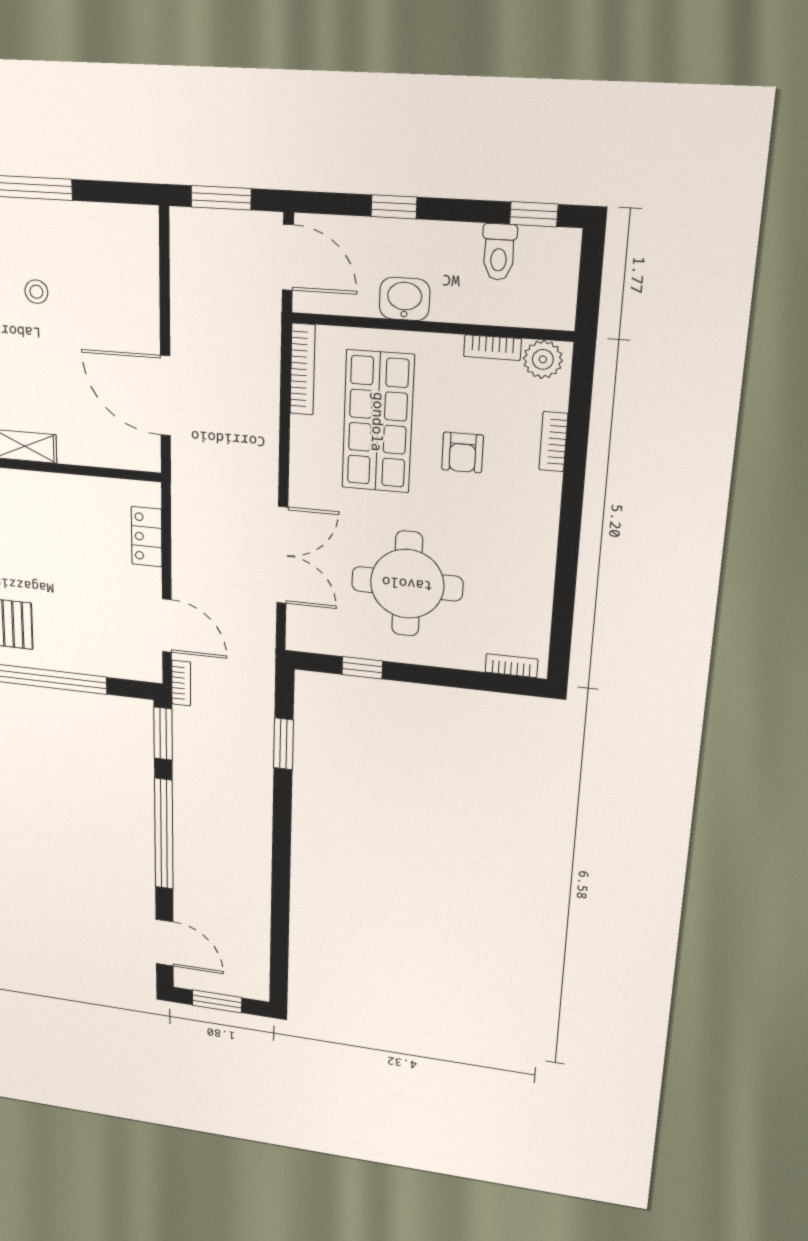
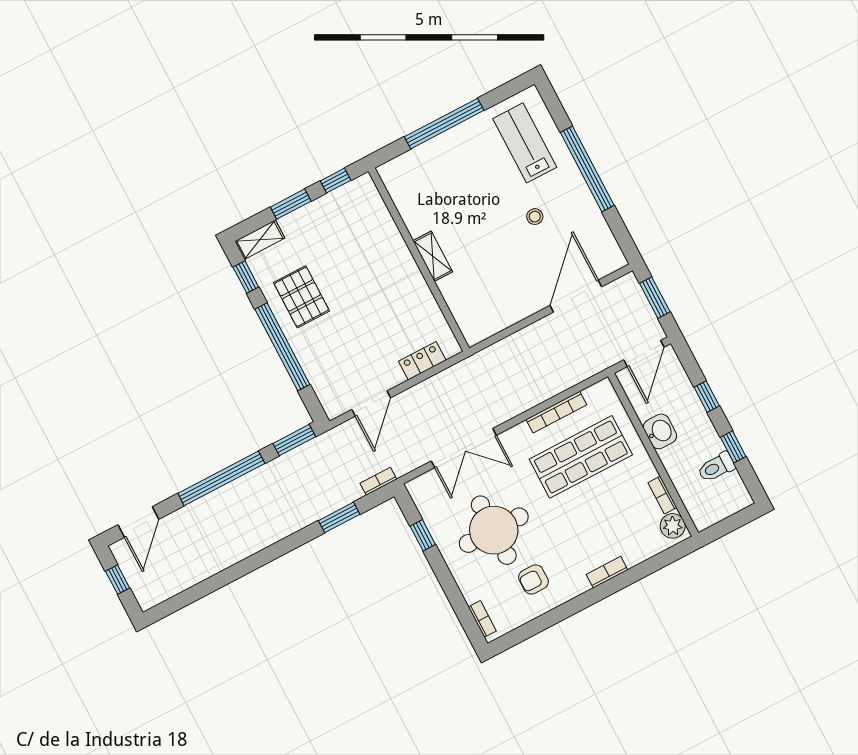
window: (534, 214) -> (733, 447), moved
bookcase: (302, 369) -> (556, 412), moved
door: (165, 396) -> (576, 296), moved
bookcase: (553, 442) -> (607, 572), moved
armchair: (463, 452) -> (533, 579), moved
bookcase: (181, 683) -> (378, 481), moved, turned 180
window: (217, 1001) -> (118, 580), width x0.67

